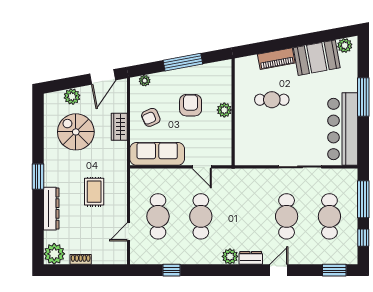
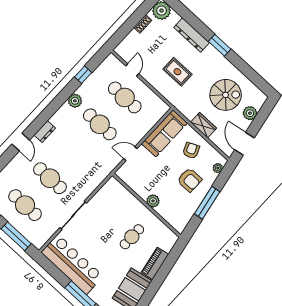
armchair: (191, 105) -> (190, 180), moved
plant: (230, 256) -> (75, 101), moved

